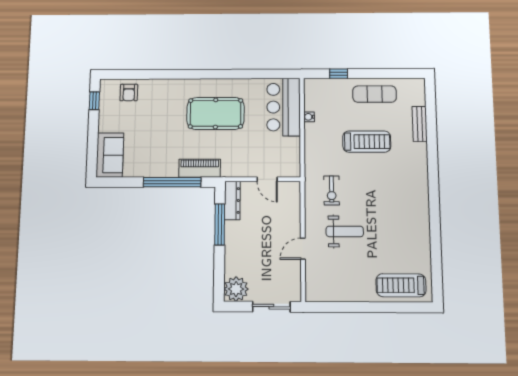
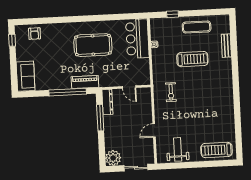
weight bench: (345, 231) -> (178, 149), moved, turned -90

